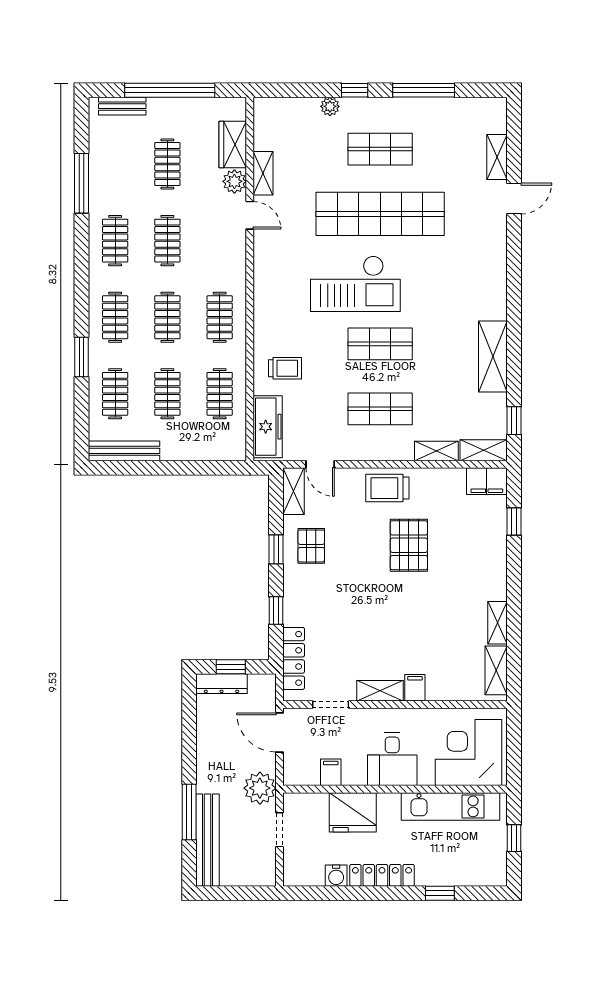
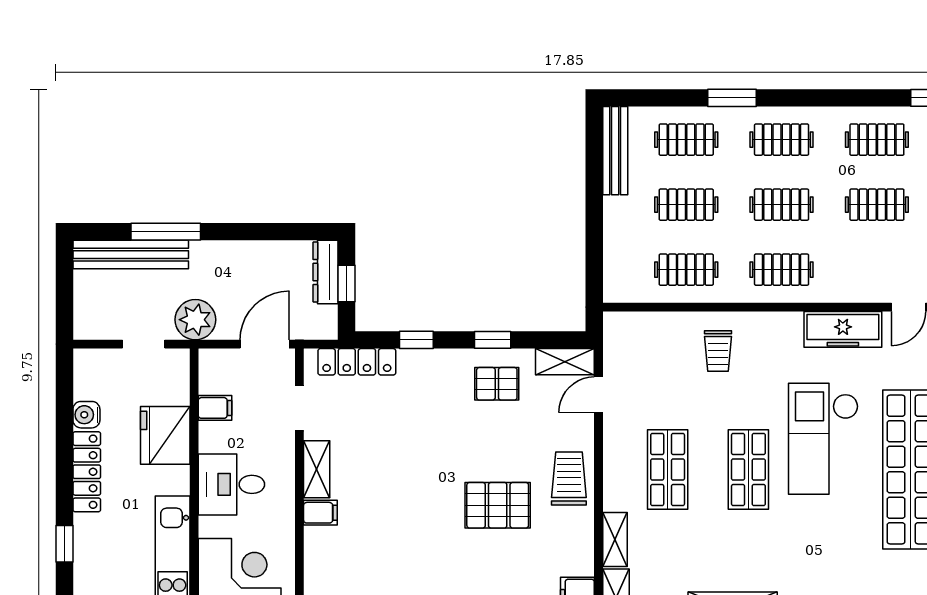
freezer: (268, 427) -> (843, 329), moved

